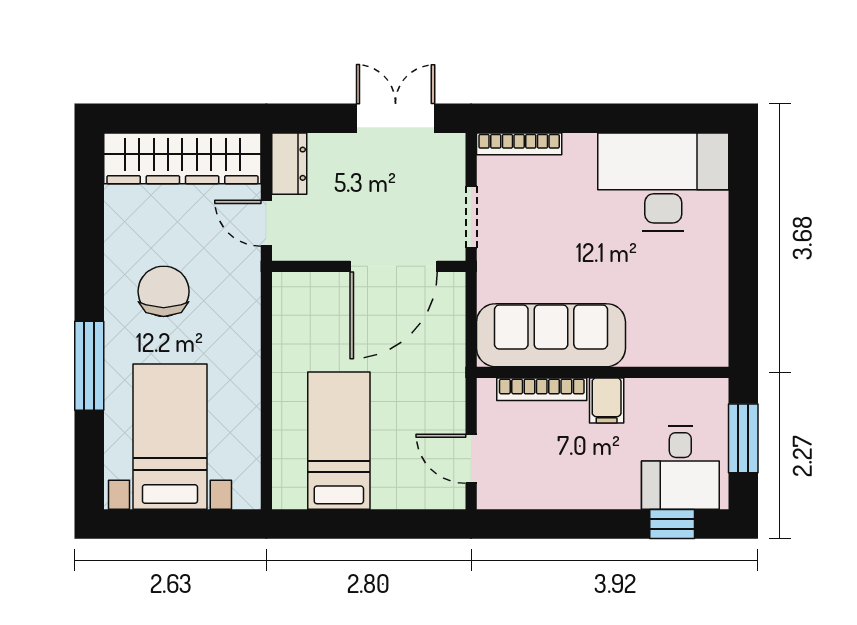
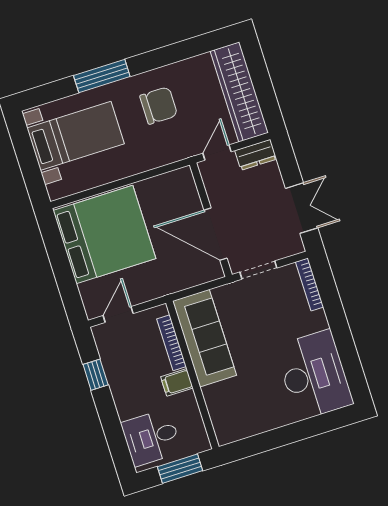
bed: (339, 441) -> (104, 235), width x2.04
window: (672, 524) -> (96, 375), moved

